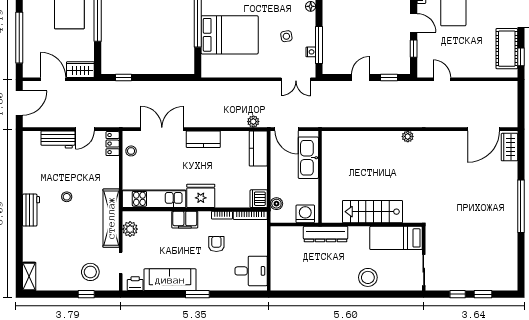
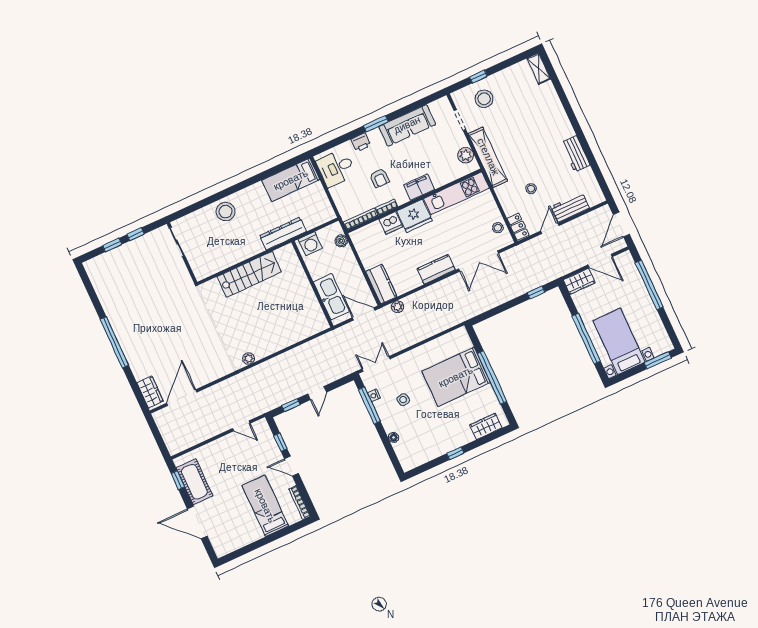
stool: (67, 197) -> (531, 189), moved
dishwasher: (259, 199) -> (391, 223), moved, turned 90
workbench: (31, 210) -> (576, 154), moved
bed: (396, 238) -> (291, 180), moved, turned 180
printer: (135, 284) -> (361, 142), moved

